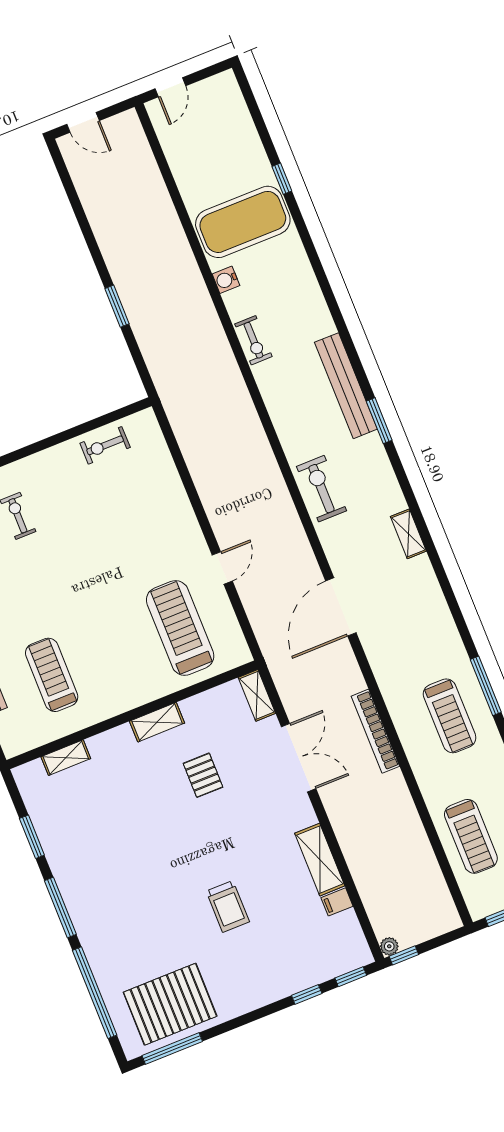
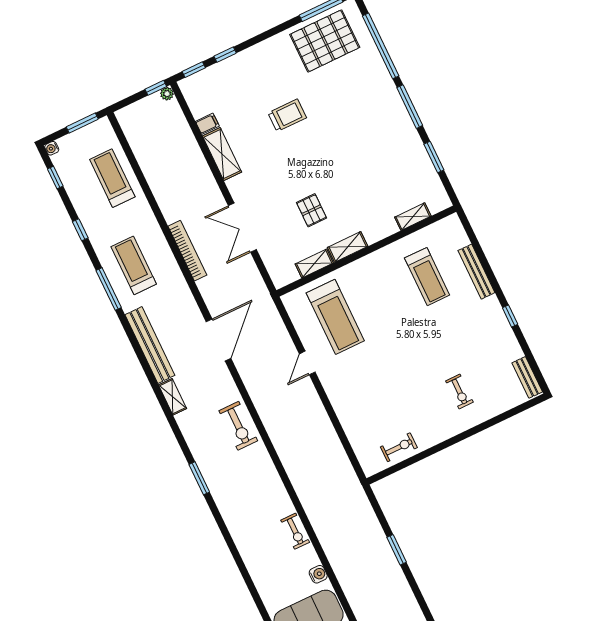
exercise bike: (253, 340) -> (295, 531), turned 180
bench: (346, 386) -> (150, 345), moved
shelving: (257, 695) -> (314, 263), moved, turned 90
trolley: (228, 906) -> (287, 115), turned 90

